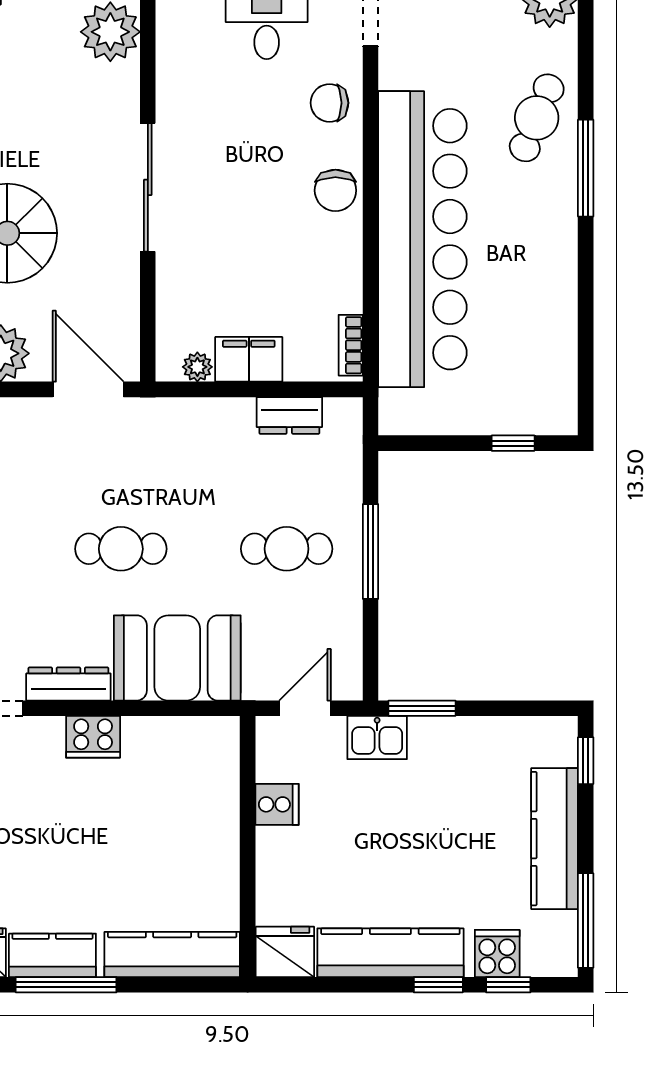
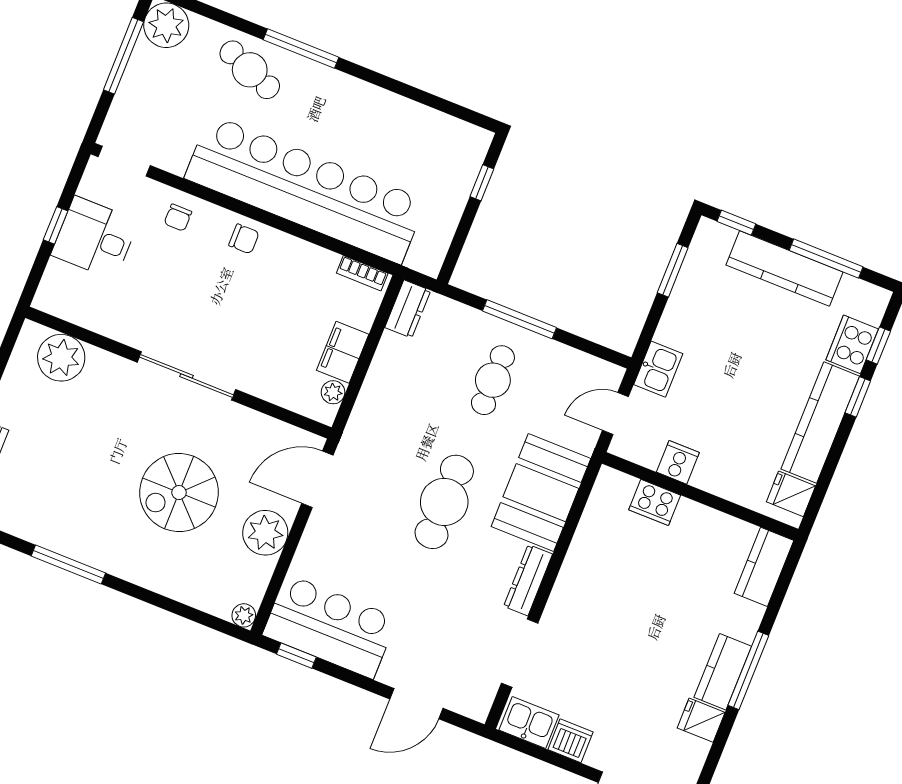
chair: (330, 103) -> (178, 218), width x0.73, depth x0.73
chair: (335, 190) -> (244, 239), width x0.73, depth x0.73
dresser: (289, 415) -> (408, 309), moved
cafe table: (121, 549) -> (444, 502), width x1.37, depth x1.35
door: (305, 708) -> (615, 414), hinge flipped
window: (422, 708) -> (673, 270), moved
cooker: (93, 737) -> (655, 502), moved, turned 90
window: (586, 920) -> (826, 259), moved
fridge: (285, 952) -> (791, 494), width x0.72
cooker: (497, 953) -> (852, 344), width x1.36
kitchen counter: (172, 955) -> (764, 567), width x0.67

